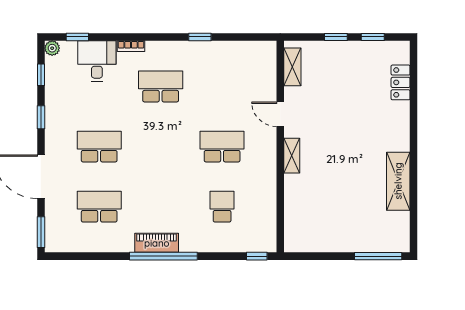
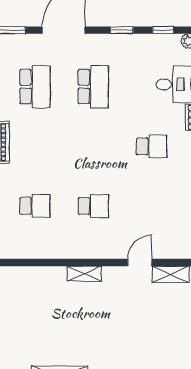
school desk: (161, 87) -> (151, 146), width x0.54
door: (280, 114) -> (140, 262), moved
school desk: (222, 147) -> (93, 206), width x0.54

